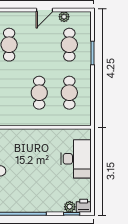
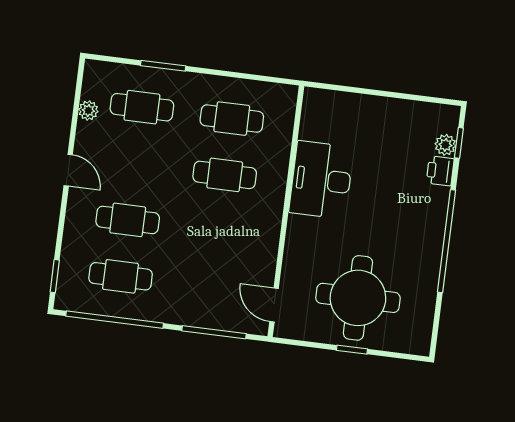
door: (45, 10) -> (68, 170), moved
desk: (76, 159) -> (321, 180), moved, turned -90
printer: (84, 206) -> (440, 171), moved

